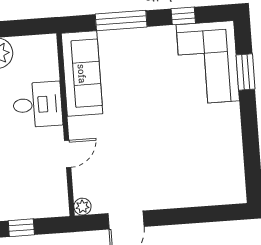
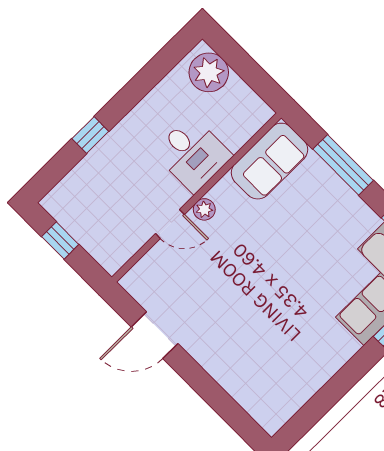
sofa: (82, 74) -> (269, 161), width x0.73
plant: (82, 207) -> (204, 209), moved

